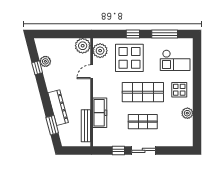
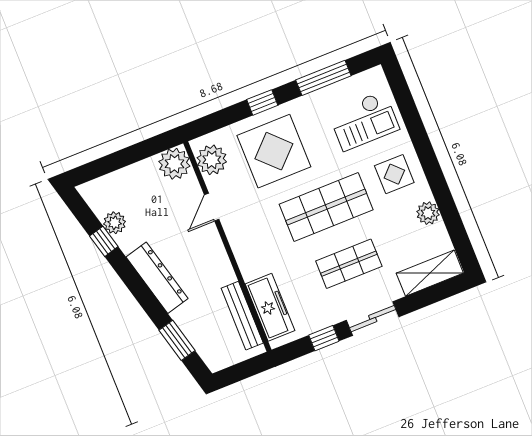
dresser: (58, 108) -> (157, 278), moved
freezer: (100, 113) -> (270, 307), moved
shelving: (177, 140) -> (430, 273), added

